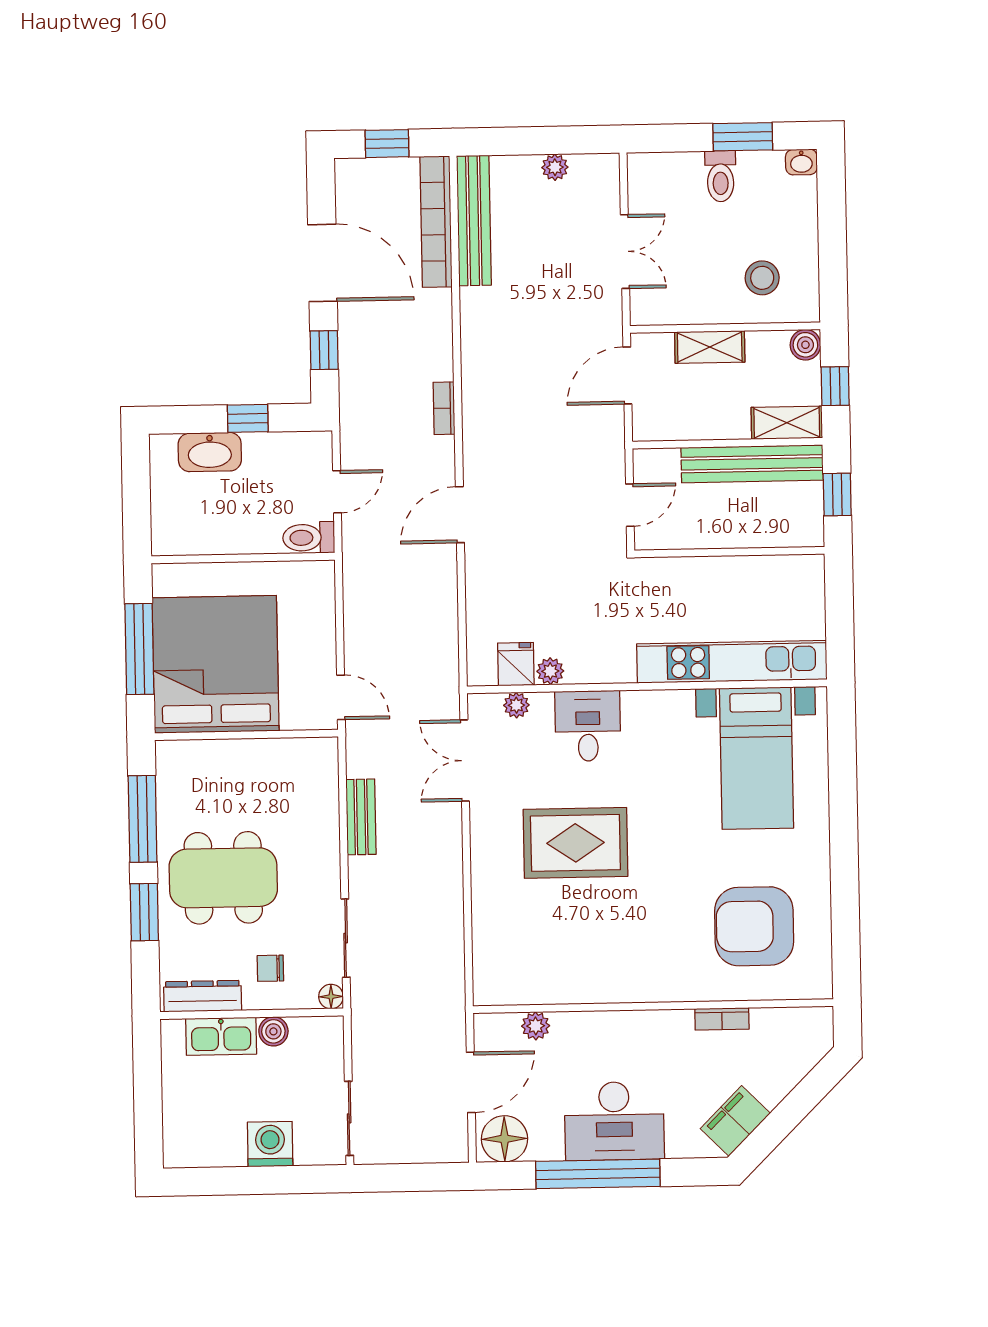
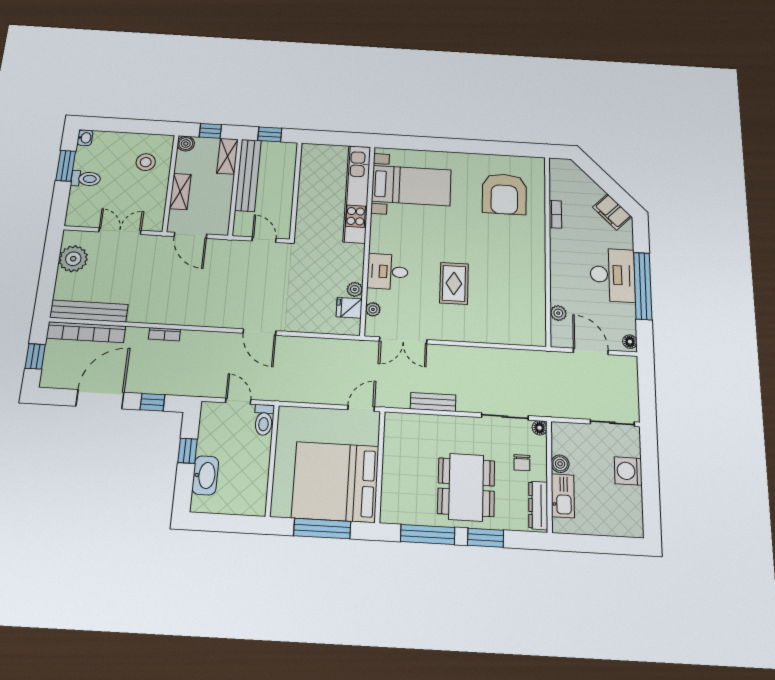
plant: (555, 167) -> (73, 259), width x1.87, depth x1.87
bookcase: (444, 408) -> (164, 334), moved
rug: (575, 843) -> (454, 283), width x0.73, depth x0.70
floor lamp: (504, 1139) -> (630, 342), width x0.53, depth x0.53

